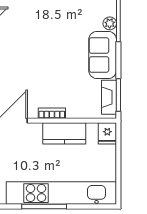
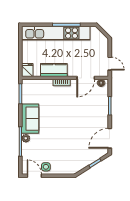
fireplace: (109, 97) -> (26, 92), removed

